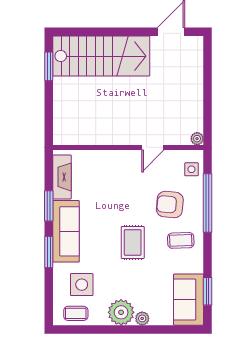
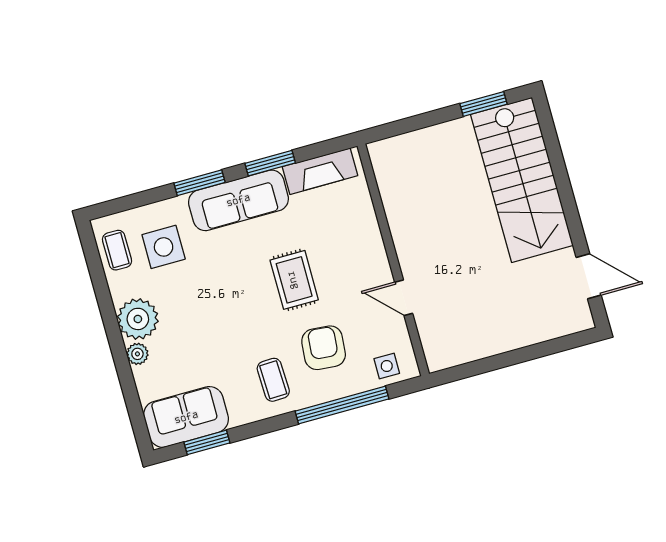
plant: (197, 139) -> (436, 362), removed
rug: (133, 242) -> (294, 280), moved, turned 90

